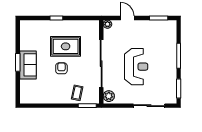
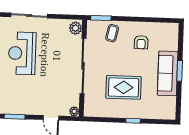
sofa: (28, 65) -> (168, 73), width x1.36
reception desk: (136, 67) -> (22, 53), moved
armchair: (61, 68) -> (141, 42), moved

